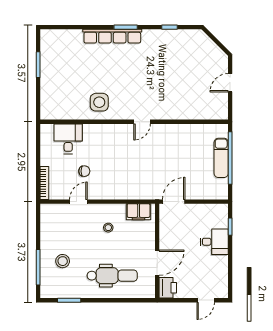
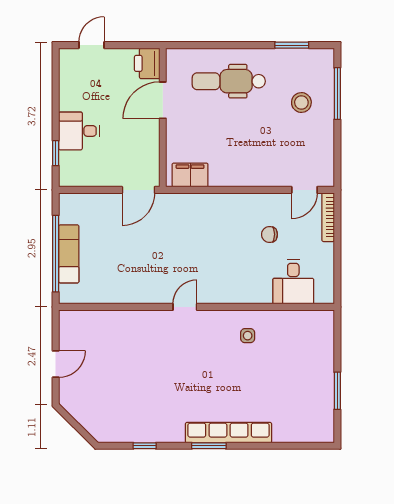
side table: (99, 102) -> (248, 336), width x0.54, depth x0.54
door: (78, 202) -> (304, 190), moved
stool: (108, 228) -> (234, 152), removed

